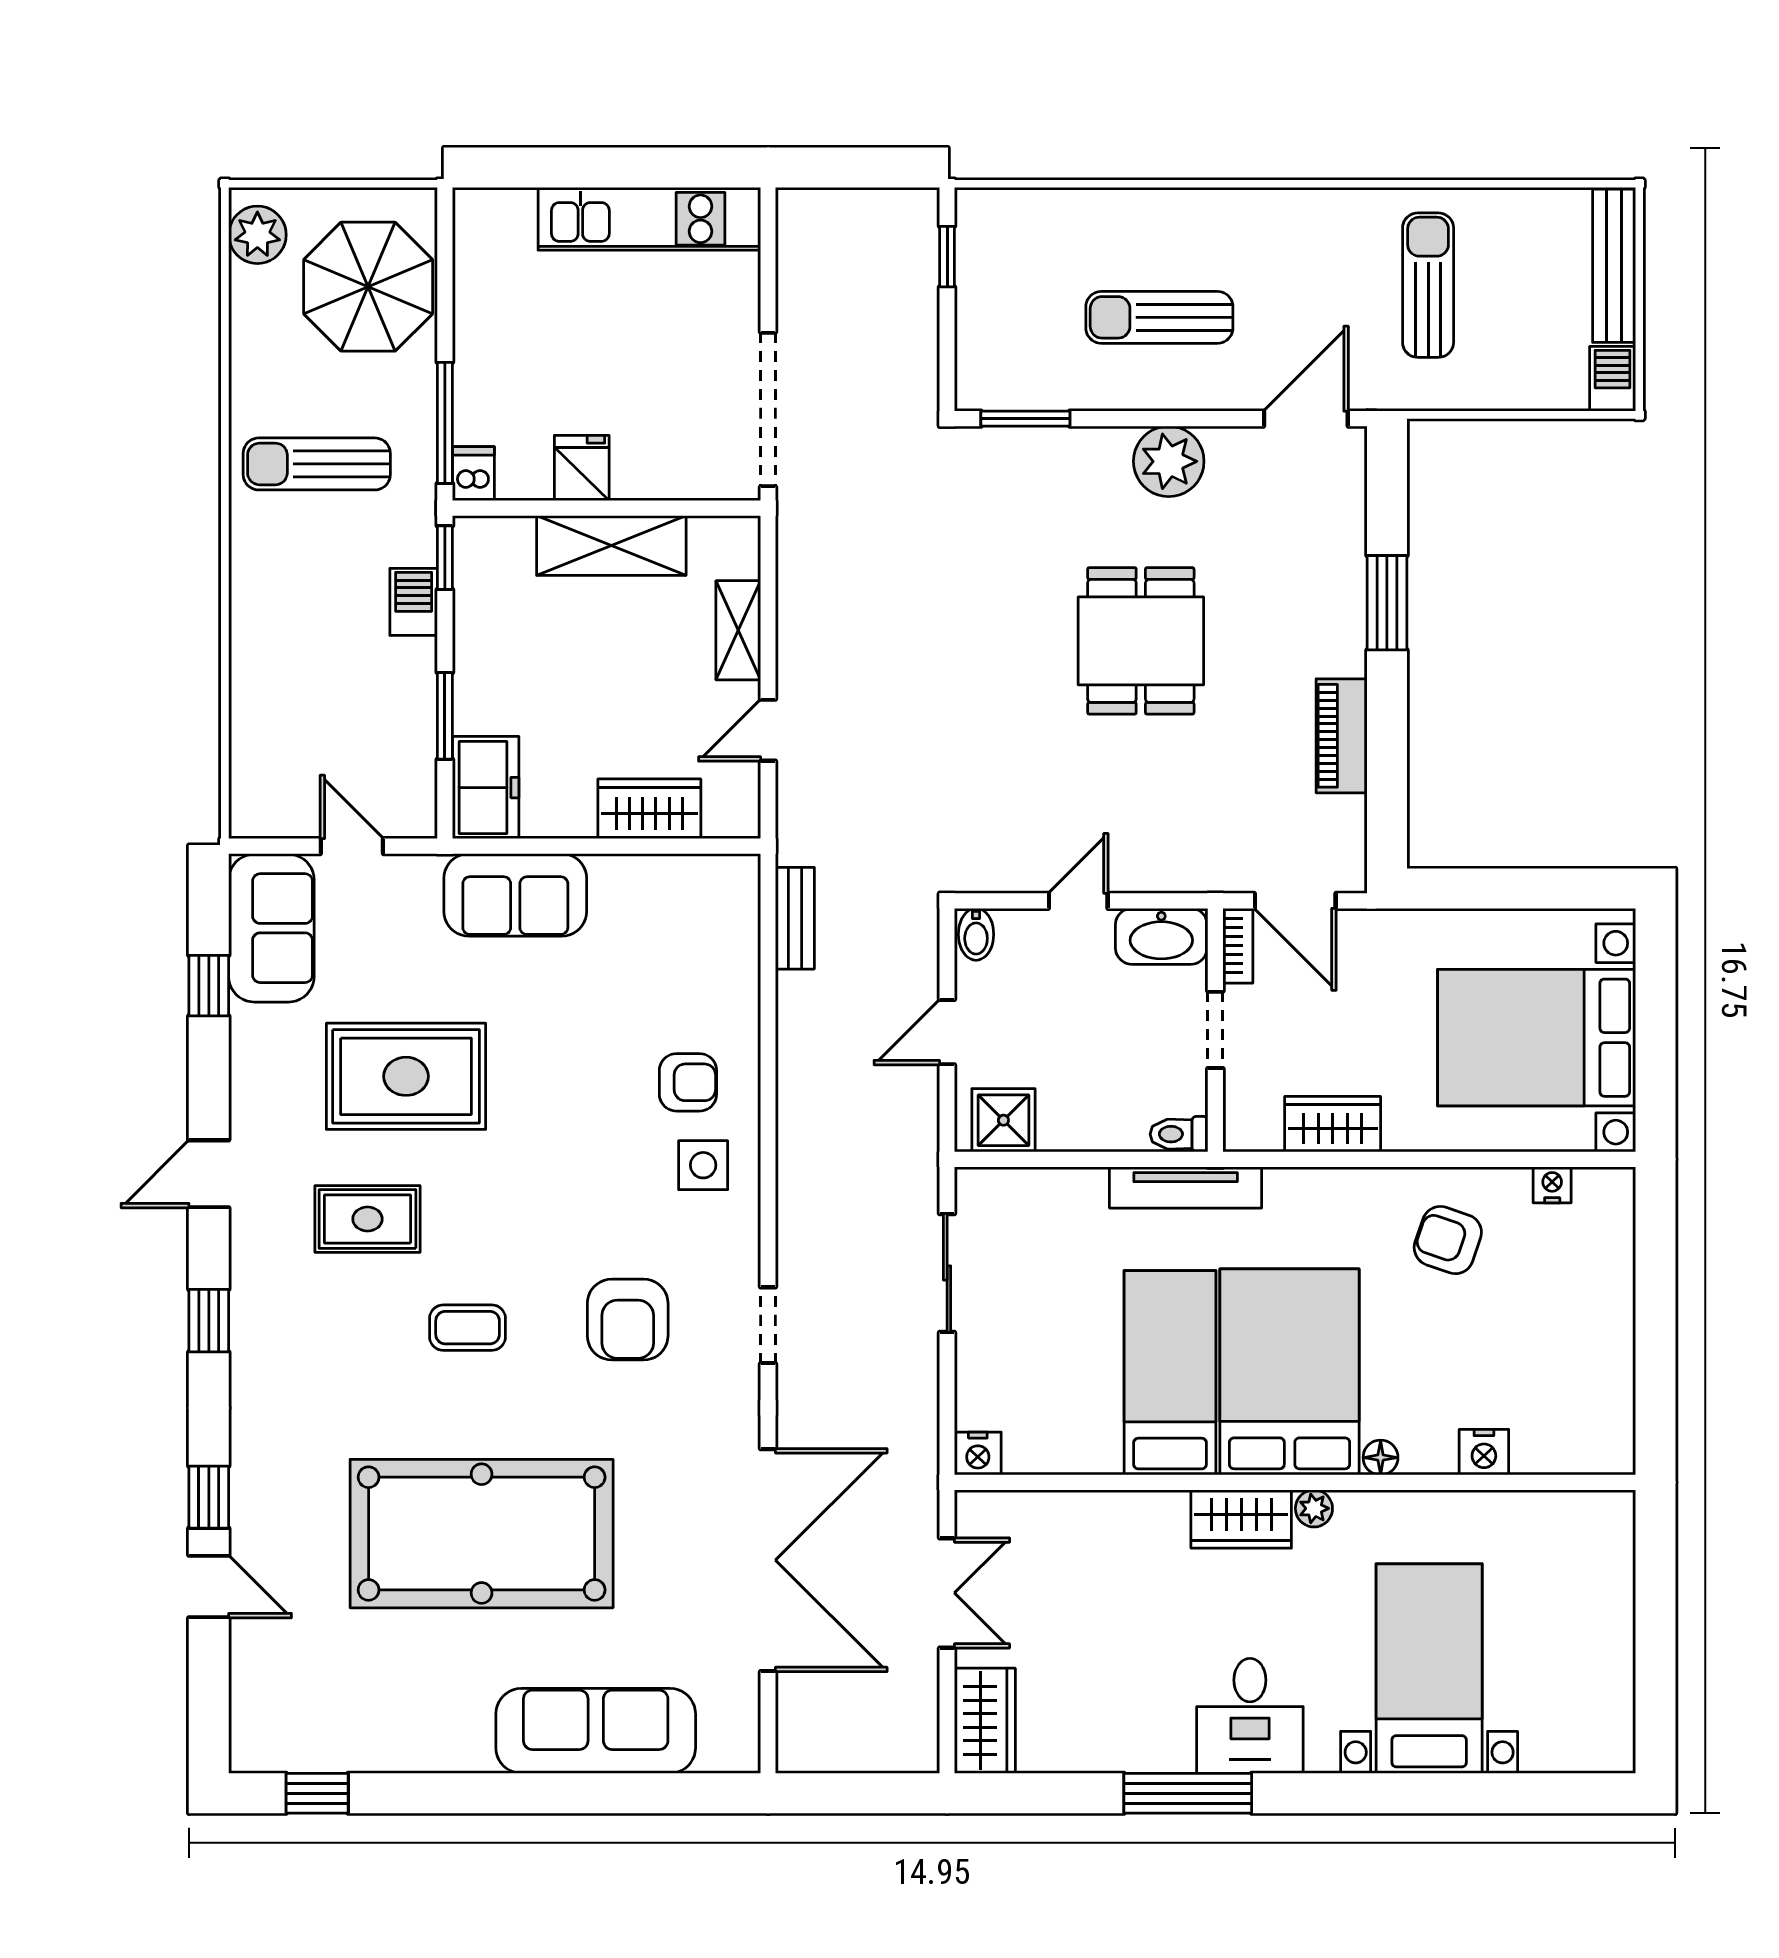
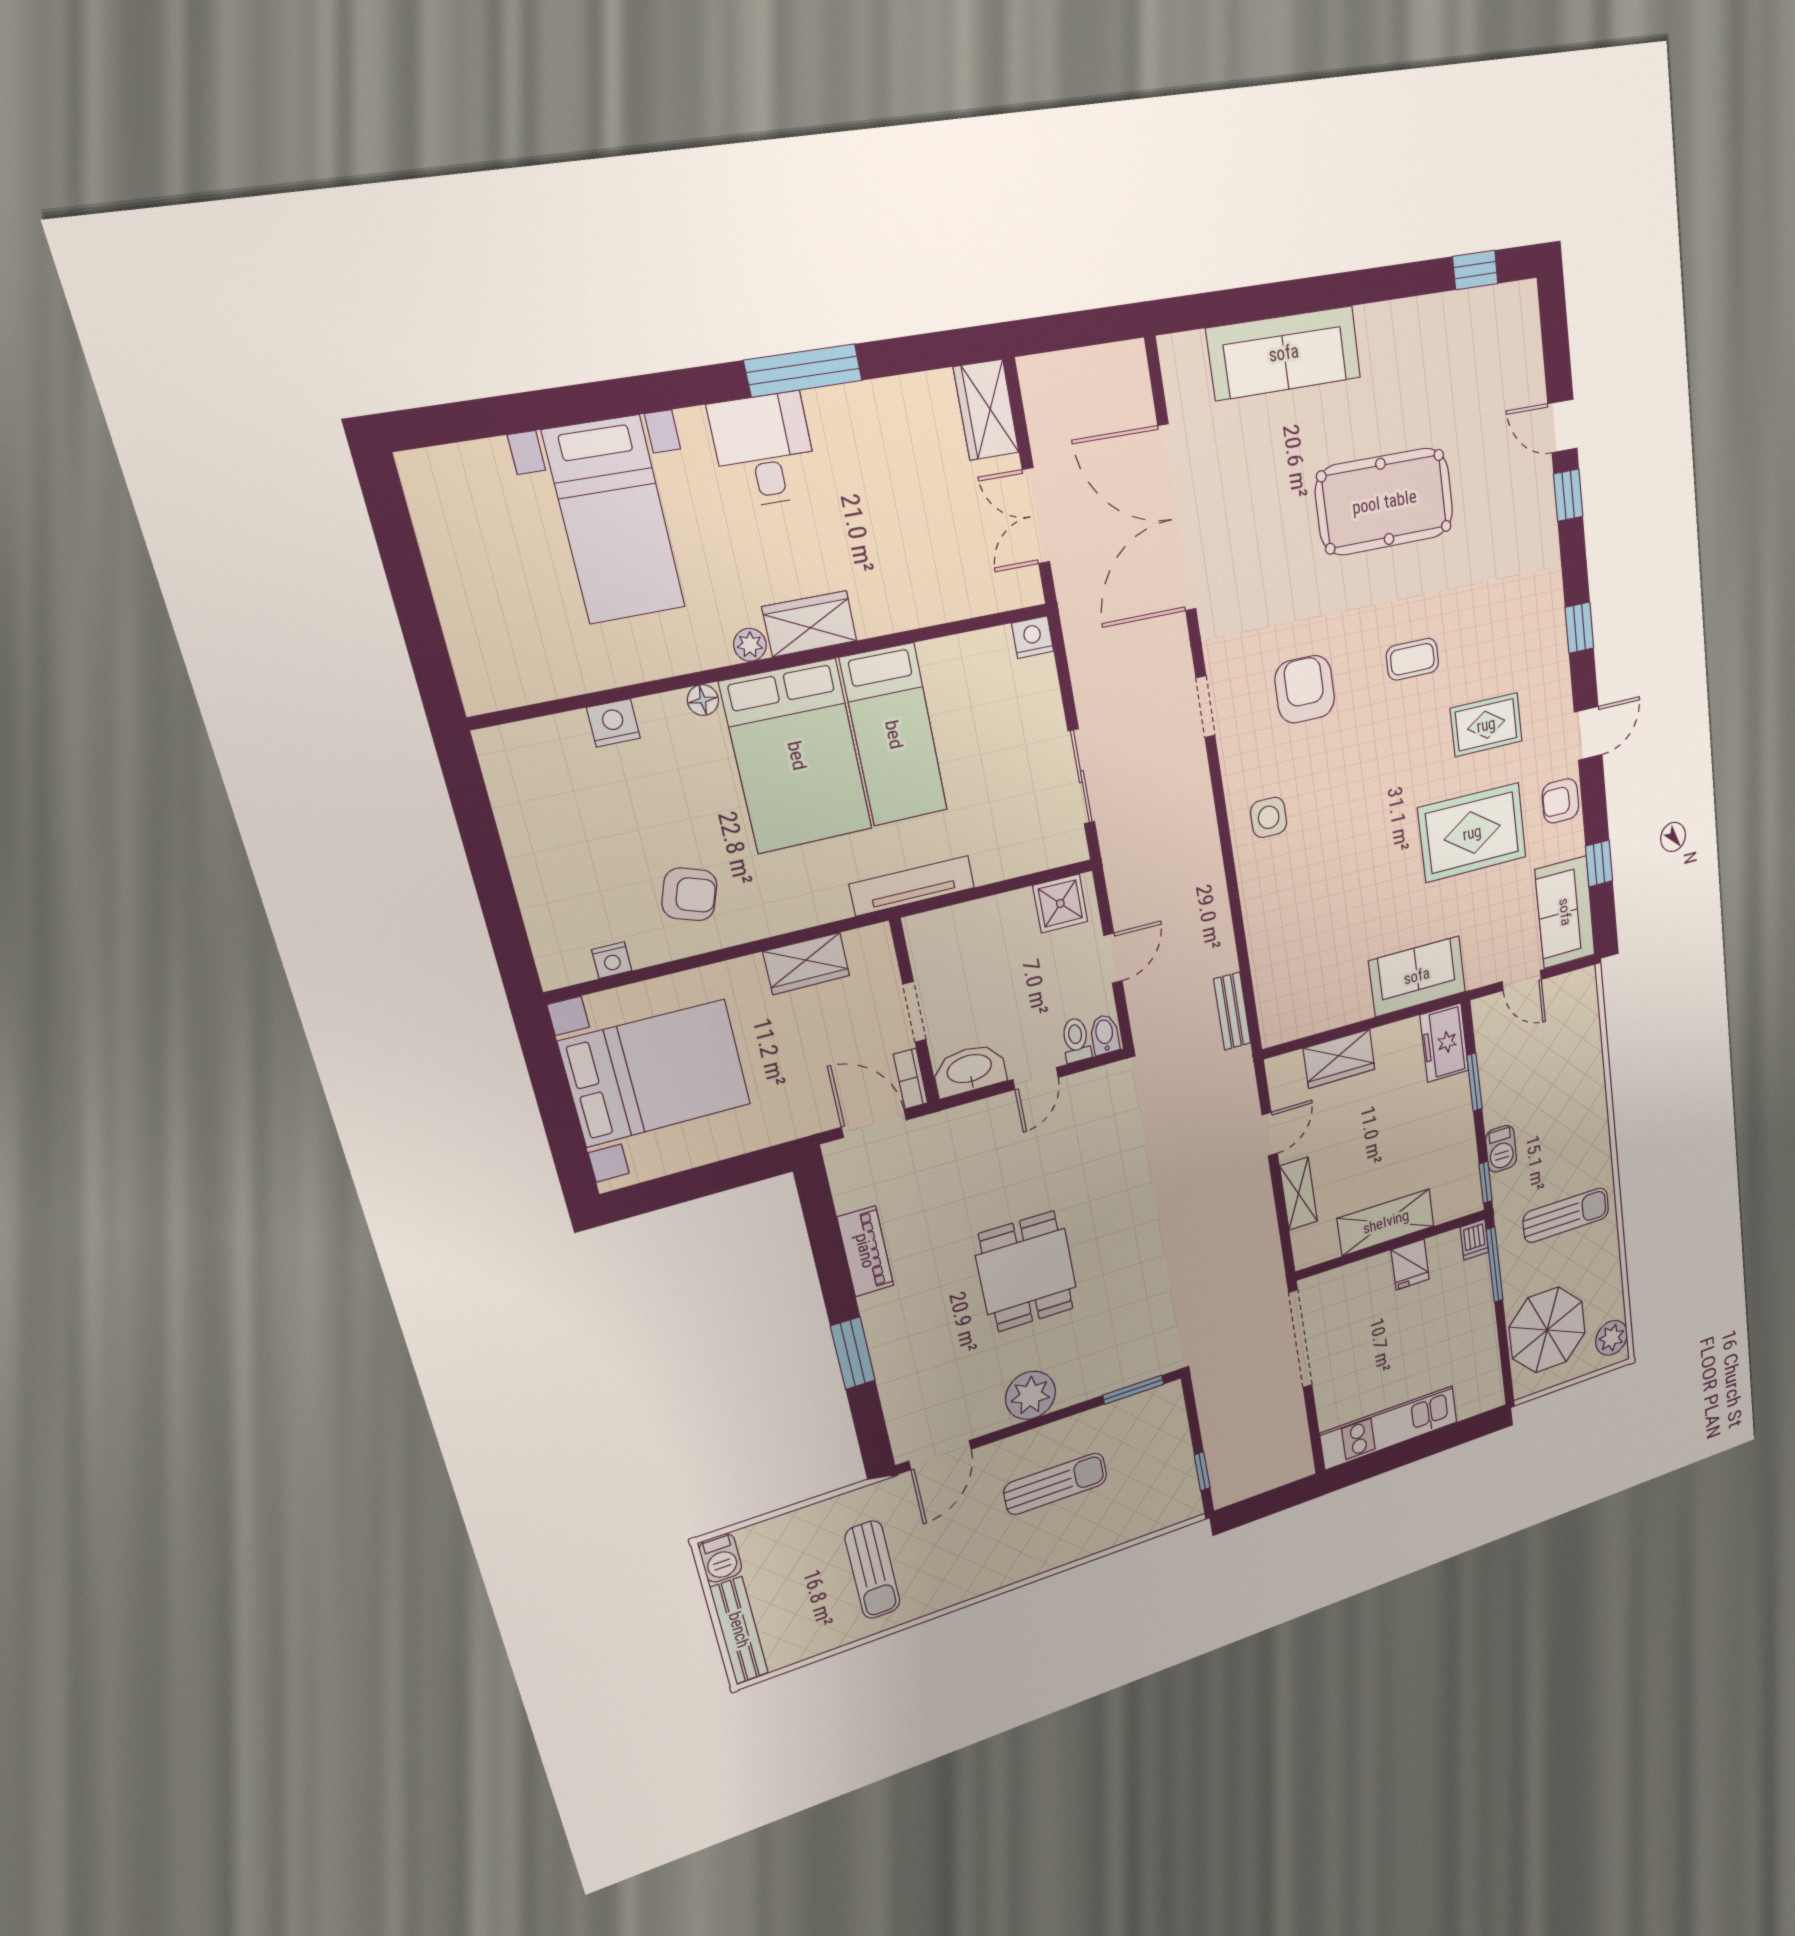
armchair: (688, 1082) -> (1560, 801), moved
toilet: (1179, 1134) -> (1076, 1040), moved, turned -90
pool table: (482, 1534) -> (1385, 502), width x0.73, depth x0.76

